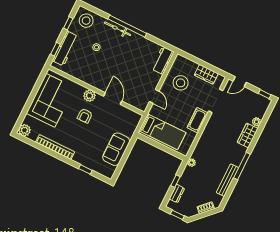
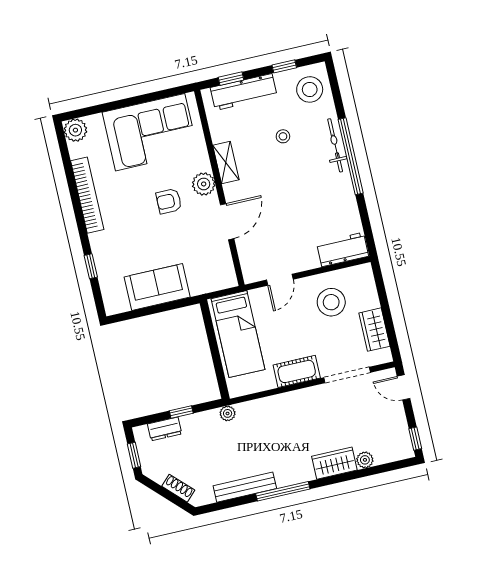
shelving: (88, 79) -> (226, 162), added

